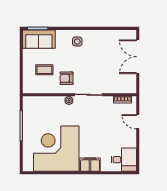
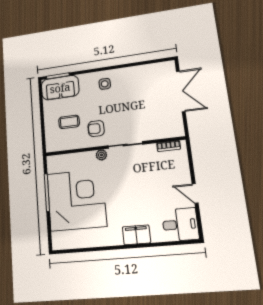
double door: (138, 57) -> (181, 91), swing flipped
door: (138, 122) -> (195, 193), moved
corner desk: (56, 149) -> (76, 200), moved, turned 90

